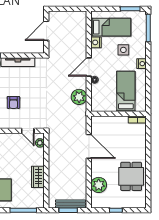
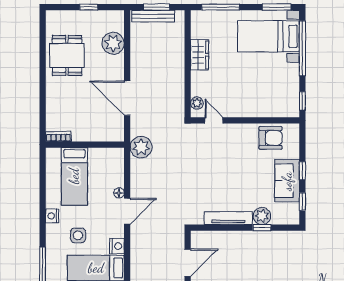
plant: (79, 97) -> (141, 147), moved
armchair: (13, 102) -> (234, 161), removed

